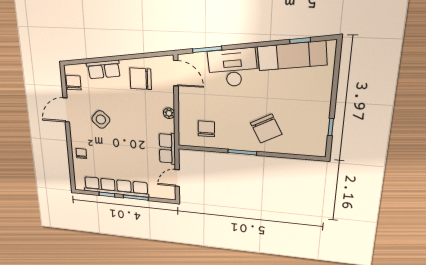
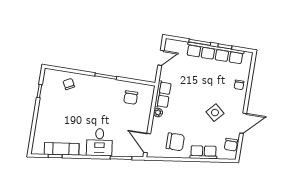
exam couch: (292, 56) -> (62, 149), width x0.73, depth x0.69
desk: (233, 68) -> (99, 142), width x0.73
chair: (266, 129) -> (69, 84), moved, width x0.54, depth x0.54
row of seats: (167, 149) -> (163, 95), moved

